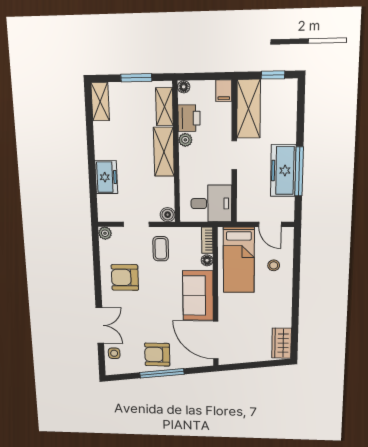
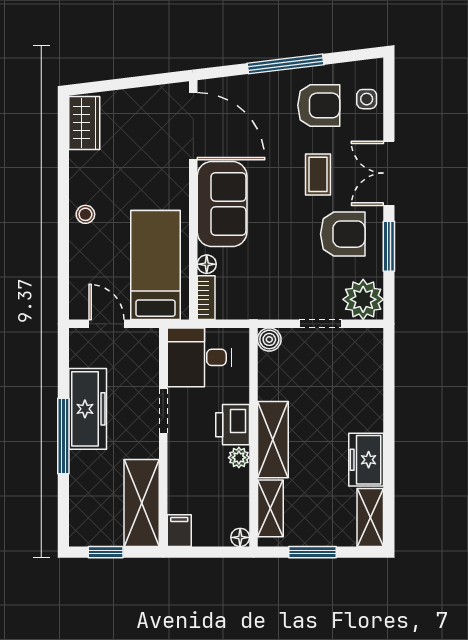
printer: (189, 118) -> (233, 425), moved
doorway: (234, 155) -> (163, 411), moved
window: (299, 171) -> (63, 436), moved
freezer: (106, 177) -> (366, 460), moved
plant: (105, 233) -> (363, 299), width x1.88, depth x1.88
coffee table: (161, 249) -> (318, 174), moved
stool: (274, 265) -> (85, 214), moved
window: (97, 270) -> (389, 246), added
double door: (100, 325) -> (389, 173), moved
armchair: (157, 355) -> (319, 105), moved

